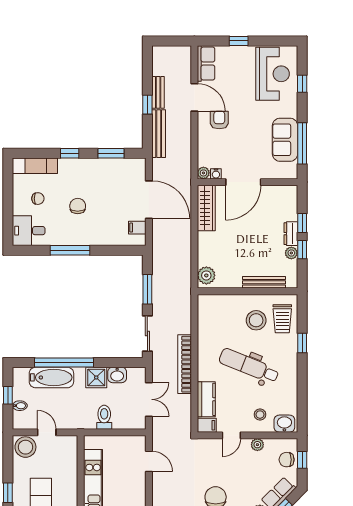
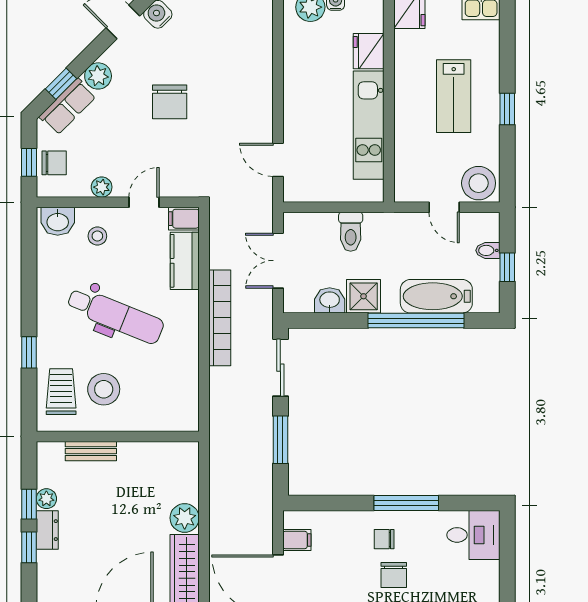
chair: (38, 199) -> (384, 539), moved
plant: (206, 275) -> (185, 518), moved
bench: (264, 282) -> (91, 451), width x0.73

